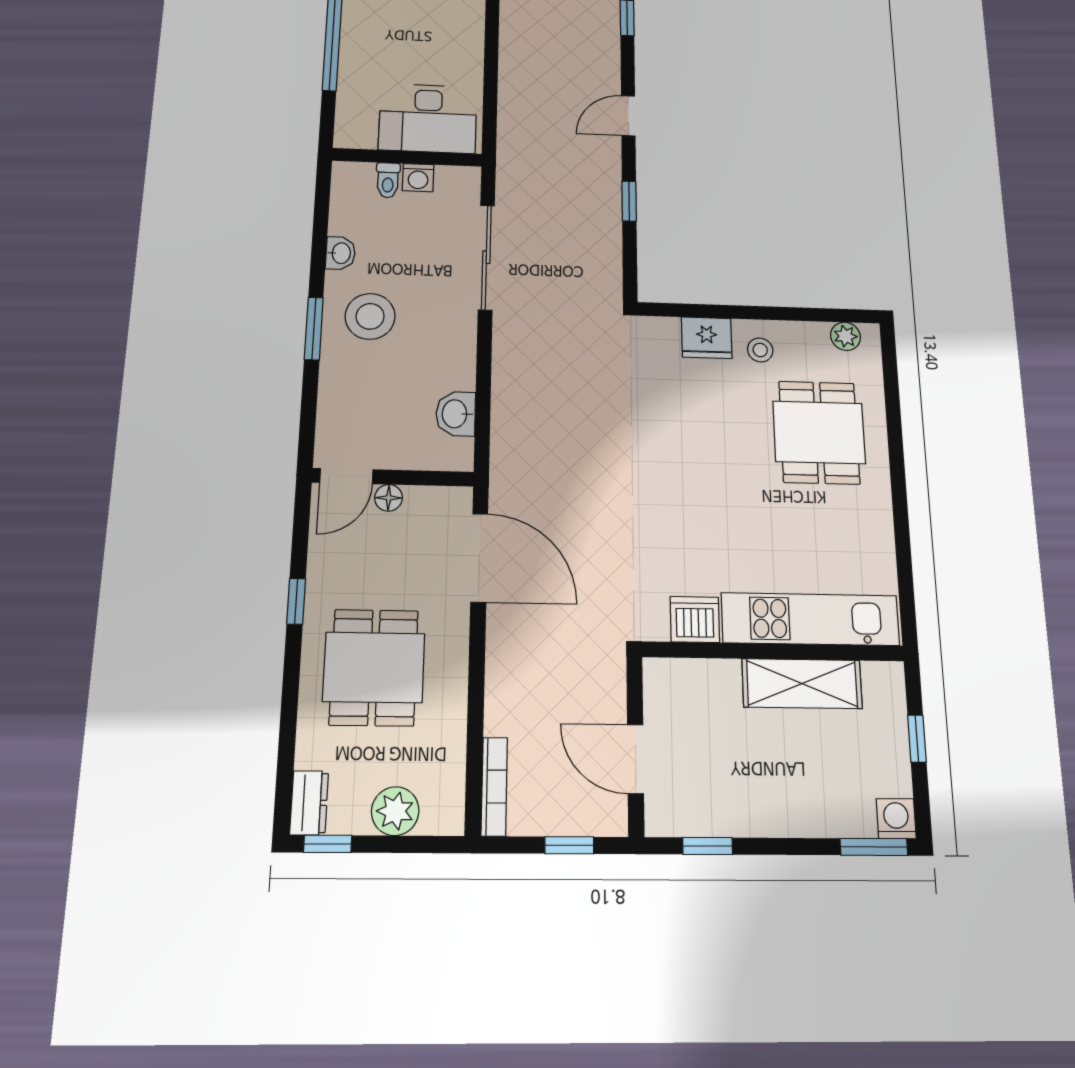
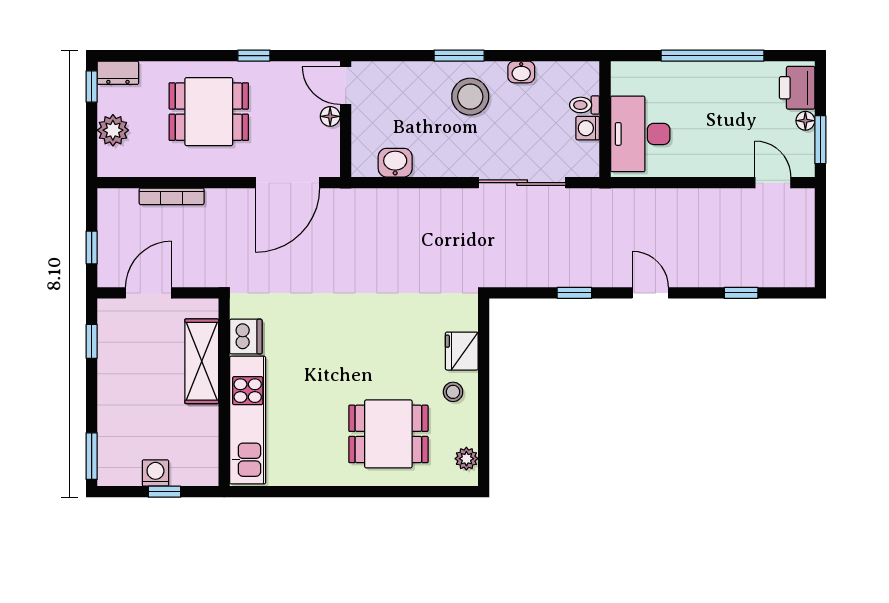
shelving: (802, 684) -> (202, 361), moved
bookcase: (494, 786) -> (172, 196), moved
washing machine: (896, 819) -> (155, 473), moved, turned -90

